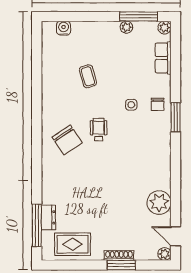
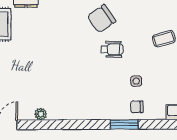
plant: (159, 203) -> (41, 114), width x0.53, depth x0.53

